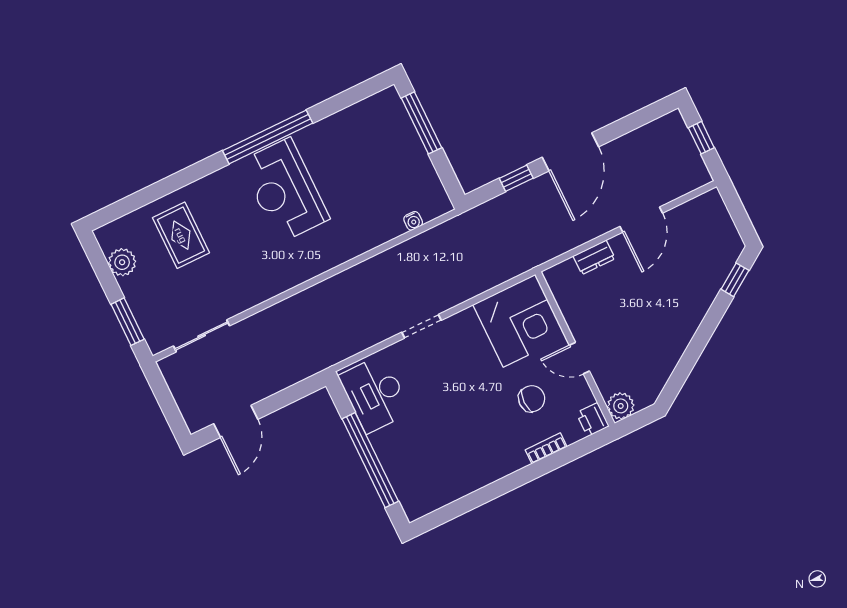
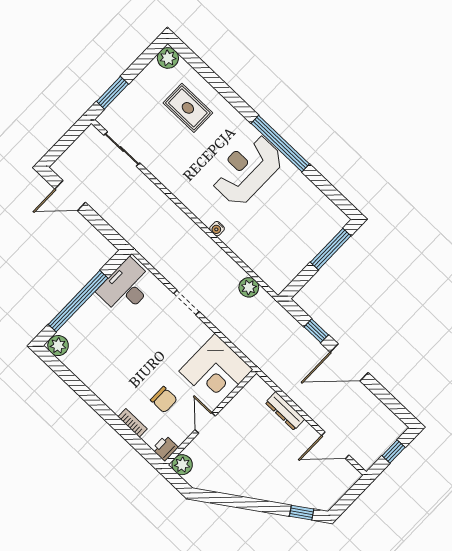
door: (641, 220) -> (335, 445), moved
water cooler: (413, 221) -> (217, 229), moved
rug: (181, 235) -> (188, 108), turned 90
plant: (431, 242) -> (249, 287), added
dresser: (594, 257) -> (285, 411), width x1.44
plant: (122, 262) -> (168, 58), moved
plant: (416, 505) -> (58, 346), added

